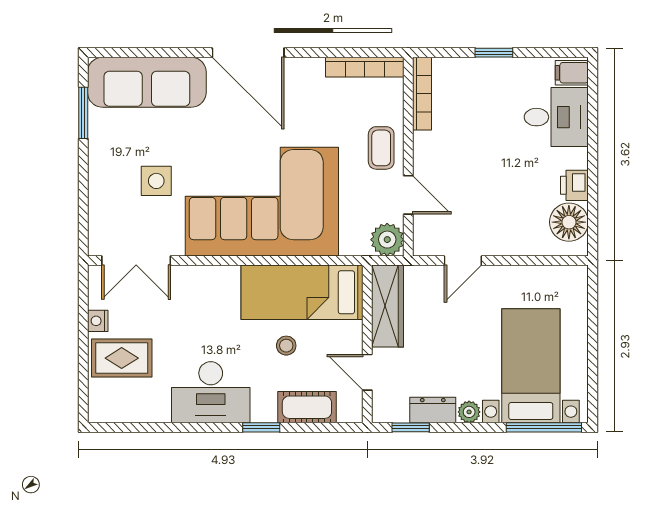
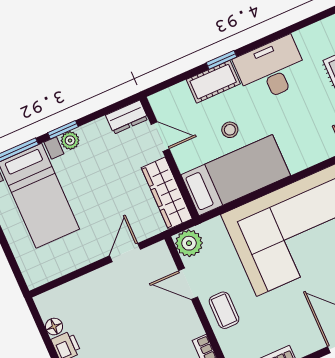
floor lamp: (569, 222) -> (54, 327), width x0.53, depth x0.53
cot: (307, 407) -> (213, 82), moved
dresser: (433, 410) -> (127, 117), moved
window: (411, 427) -> (63, 130), moved

